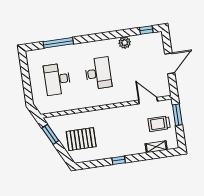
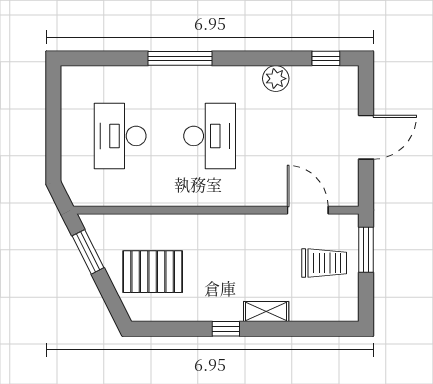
window: (58, 43) -> (180, 58), moved
trolley: (159, 124) -> (324, 263), turned 180
shelving: (156, 147) -> (266, 312), moved

